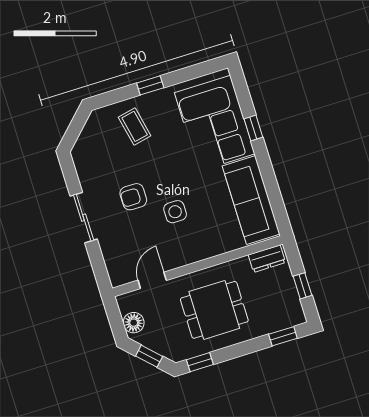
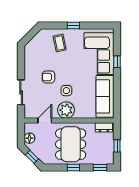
sliding door: (84, 218) -> (21, 92), moved
plant: (186, 249) -> (66, 110), added
dining table: (214, 310) -> (71, 144), width x1.38
window: (200, 362) -> (73, 167), moved

